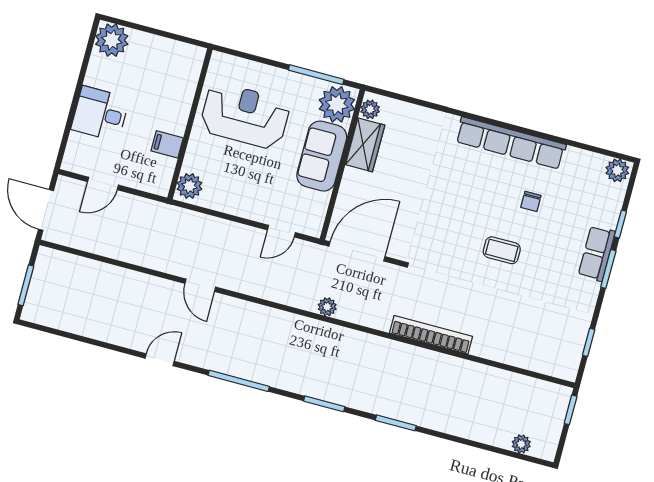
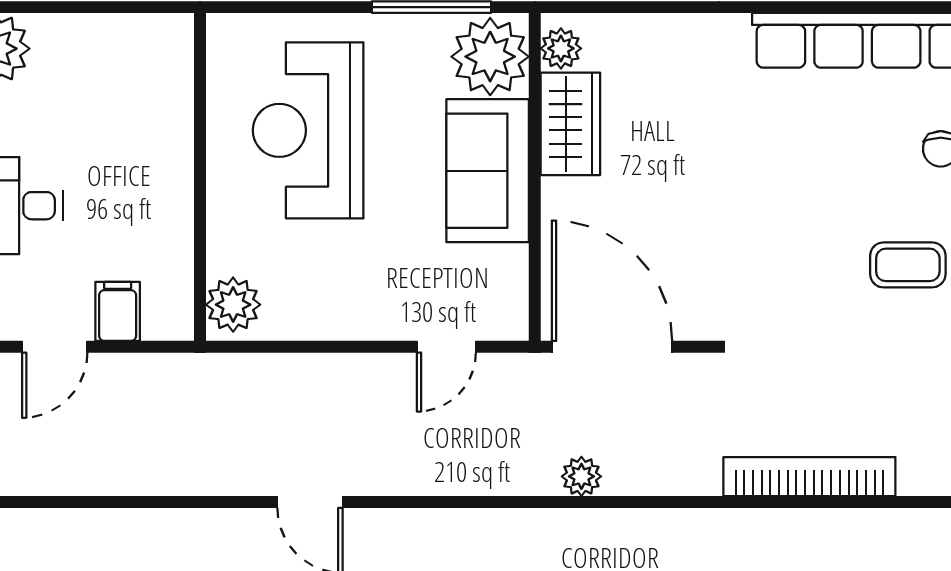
reception desk: (245, 116) -> (308, 130), turned -90
filing cabinet: (167, 144) -> (118, 311), moved, turned 90
door: (357, 251) -> (612, 347), hinge flipped

